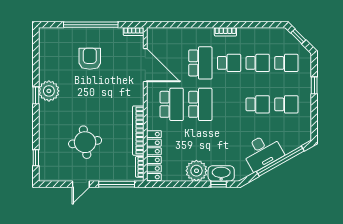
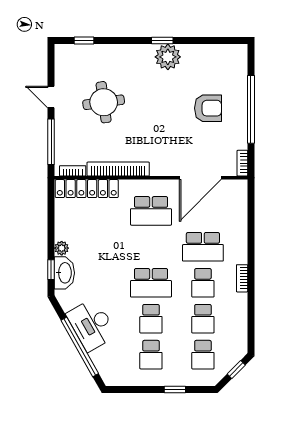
school desk: (200, 104) -> (151, 283), moved
plant: (196, 171) -> (62, 248), width x0.53, depth x0.53

